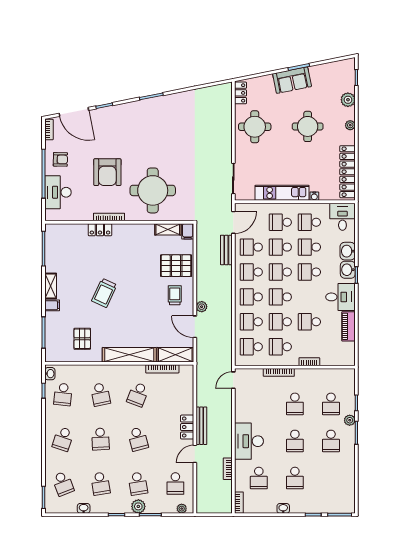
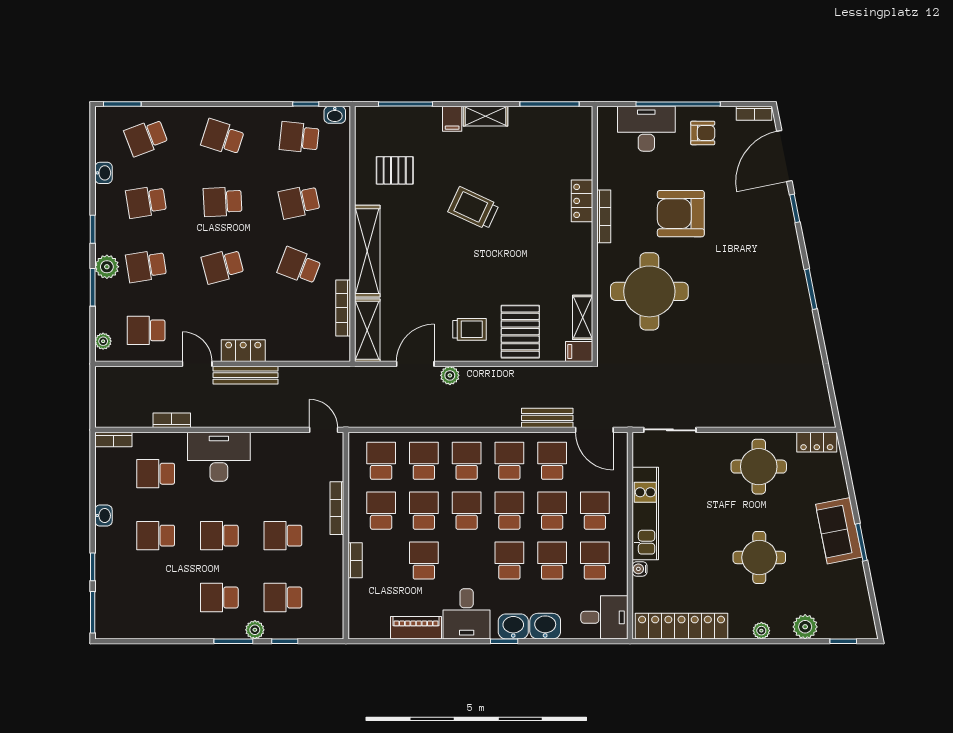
armchair: (60, 159) -> (703, 133), turned -91

